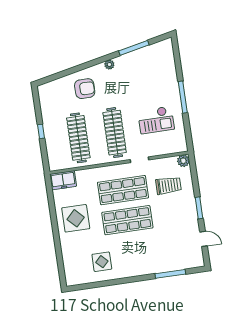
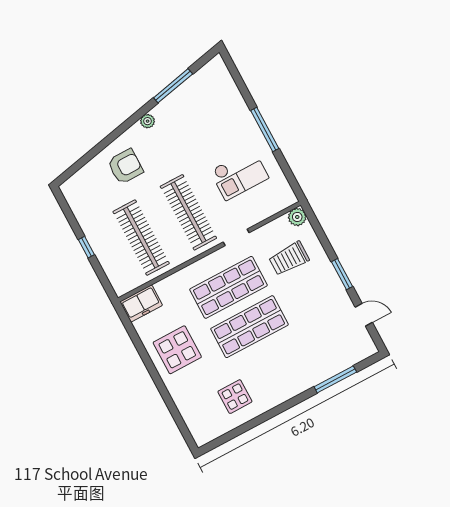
trolley: (168, 186) -> (289, 258), turned 180

